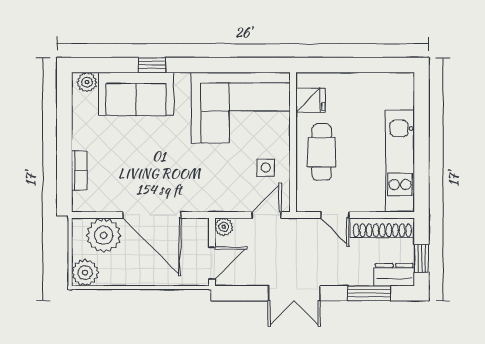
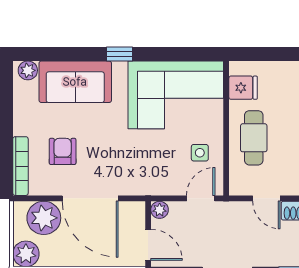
window: (152, 65) -> (119, 54), moved
armchair: (123, 166) -> (63, 151), added
bookcase: (79, 170) -> (20, 166), width x1.56
door: (212, 263) -> (148, 245), hinge flipped

